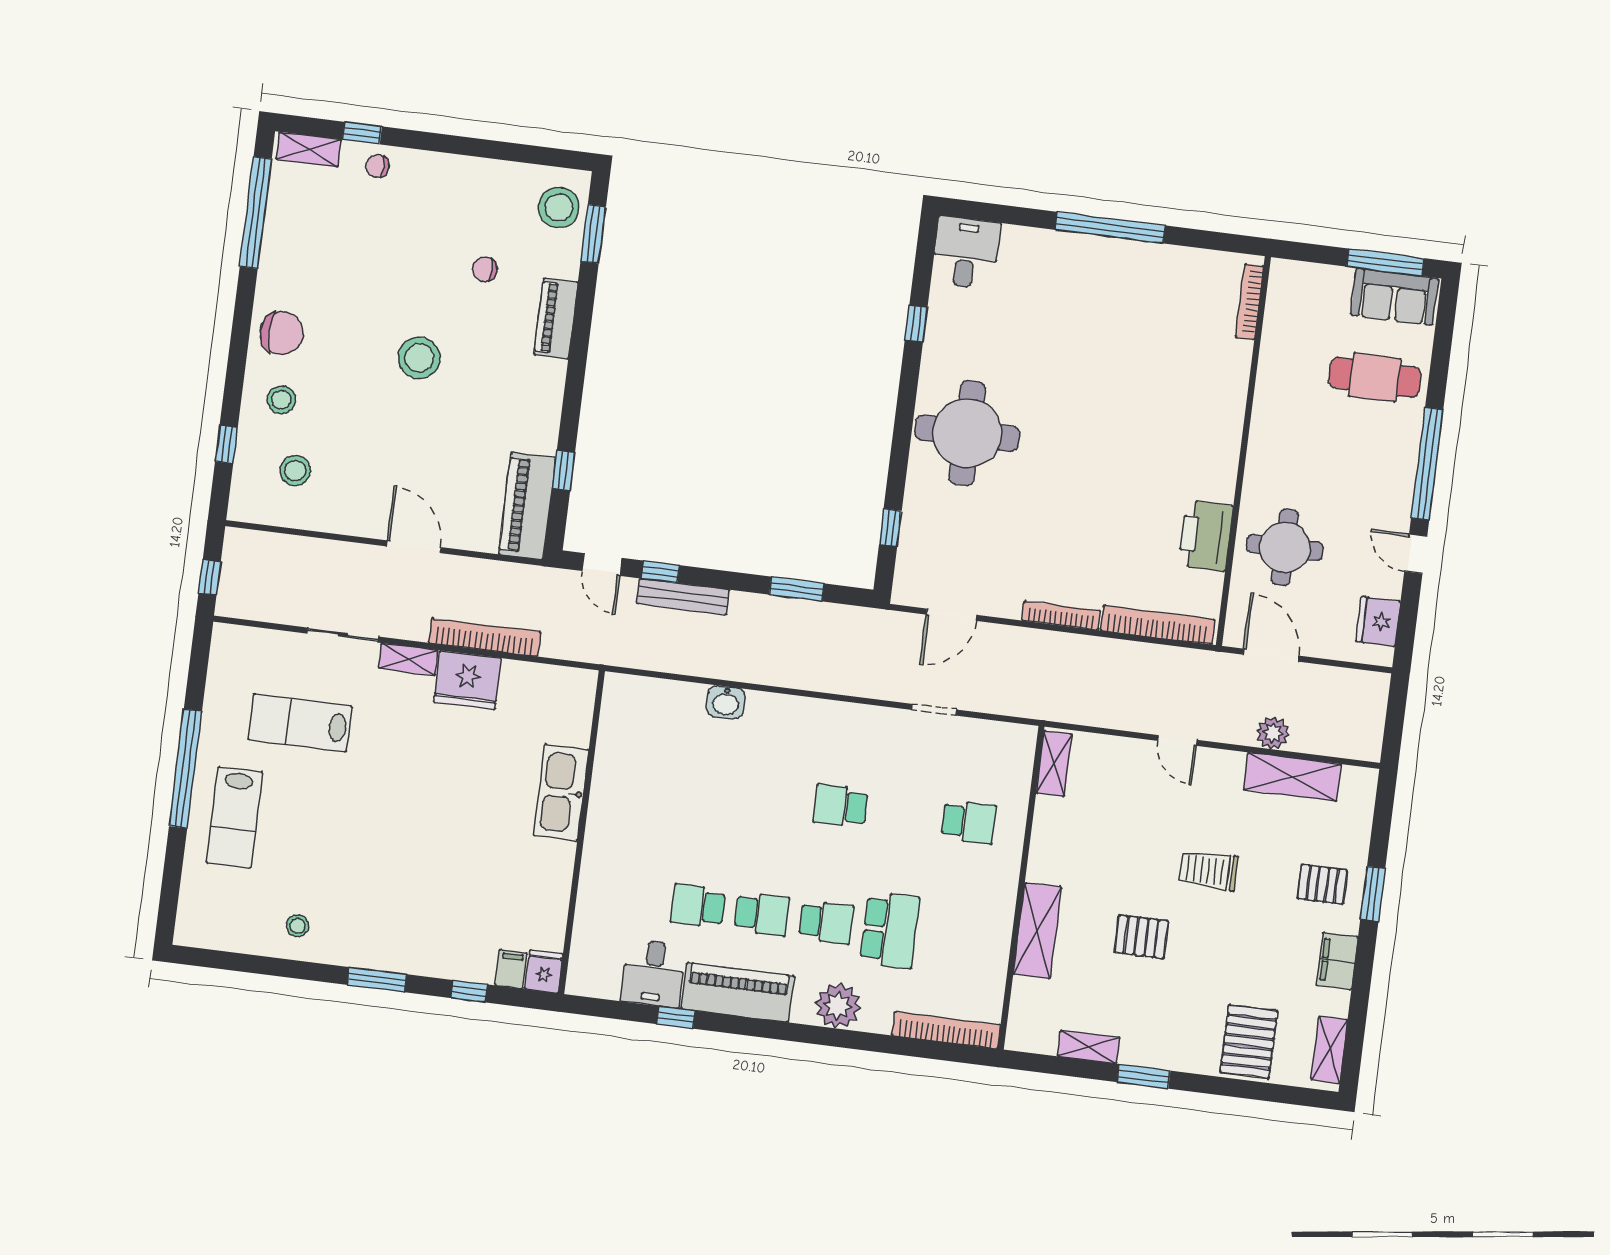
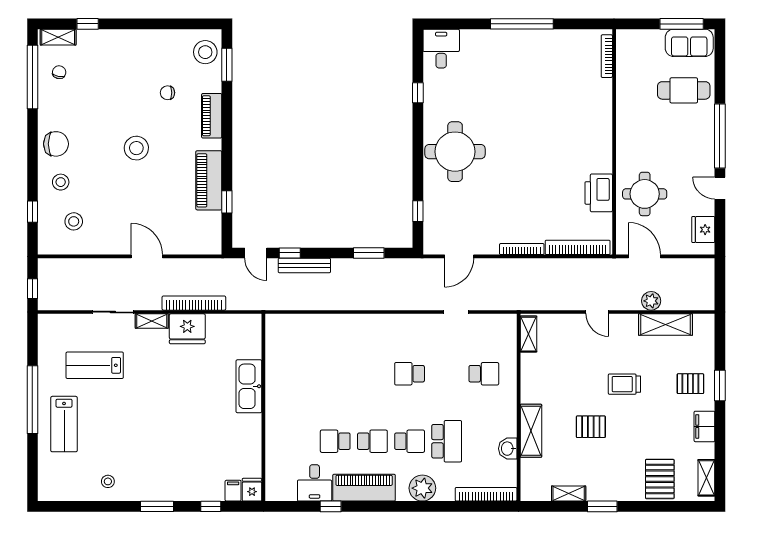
chair: (377, 166) -> (59, 72), moved, turned 102
piano: (527, 506) -> (209, 180), moved
washbasin: (726, 702) -> (508, 449), moved, turned 90

